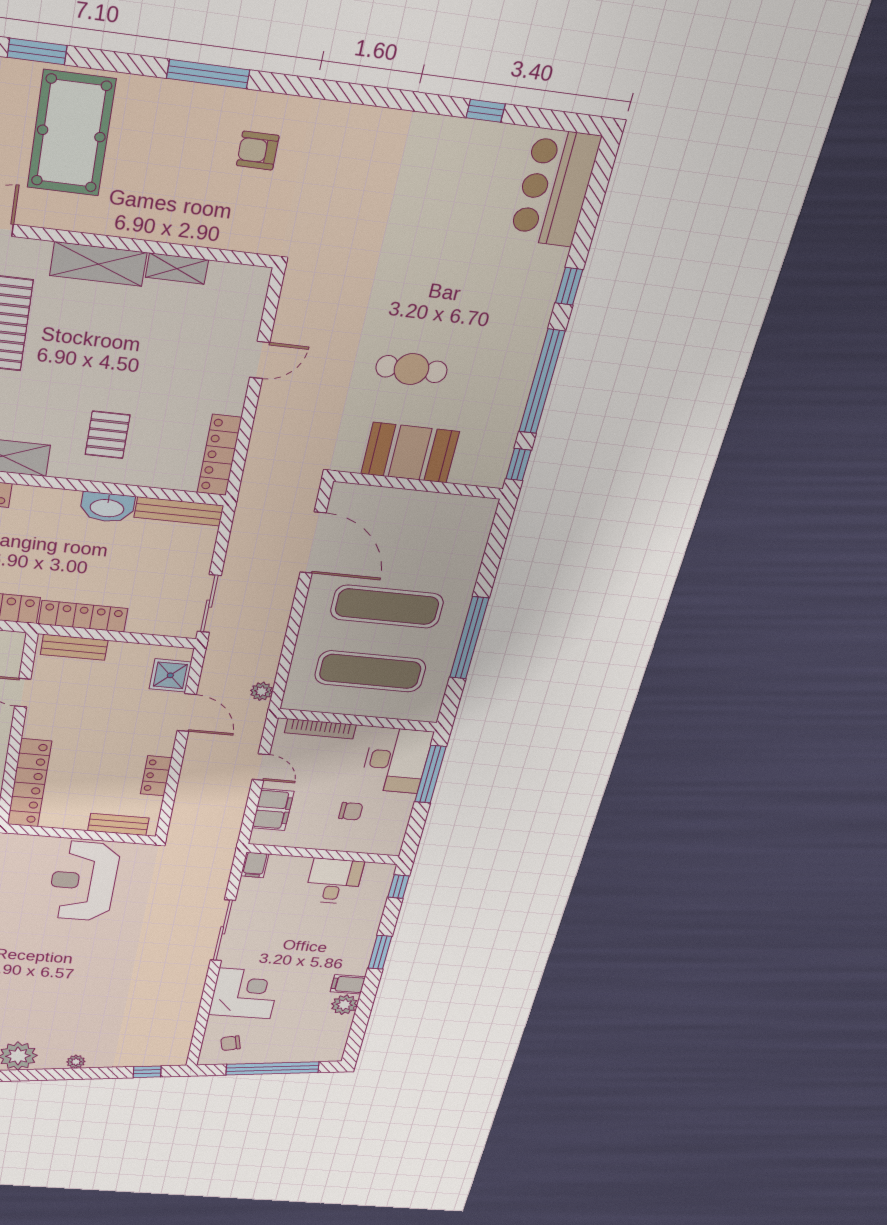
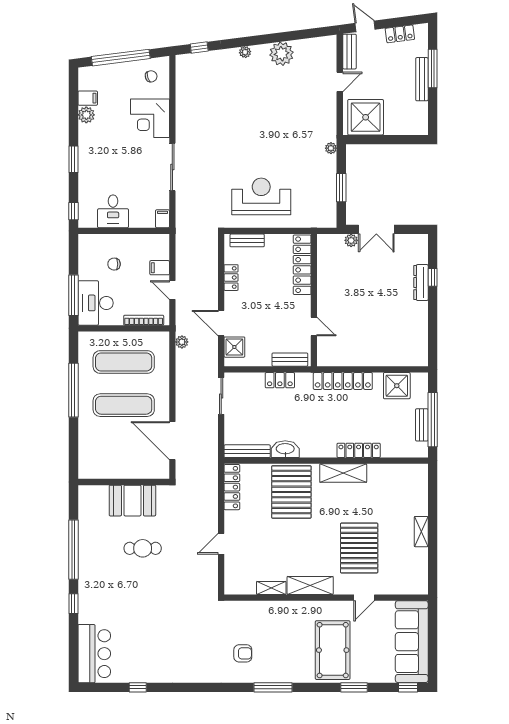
pallet: (108, 435) -> (291, 492), width x2.05, depth x2.00
window: (518, 464) -> (73, 501), removed
locker: (83, 616) -> (280, 380), width x0.66
filing cabinet: (273, 810) -> (160, 268), width x0.50
reception desk: (83, 881) -> (261, 196), turned -90
filing cabinet: (348, 984) -> (88, 98), moved

